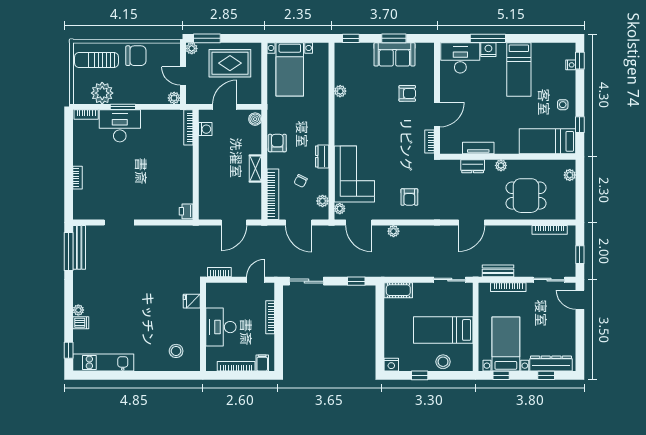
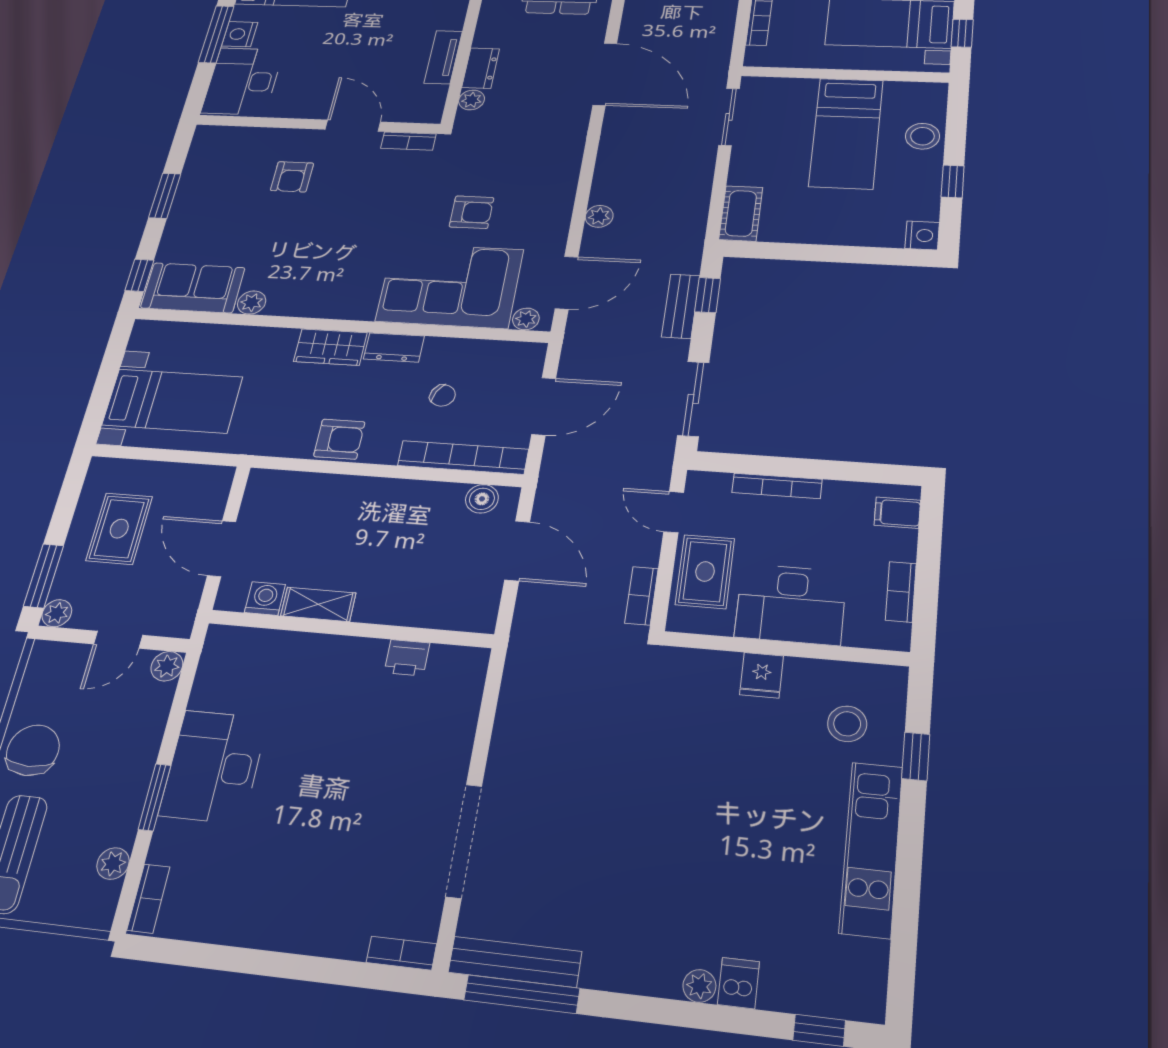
sofa: (394, 54) -> (193, 288), moved, turned -90
rug: (230, 63) -> (119, 529), width x0.73, depth x0.70
plant: (102, 93) -> (113, 864), width x0.53, depth x0.53
armchair: (407, 93) -> (292, 177), turned 180
boiler: (255, 119) -> (482, 499), moved
desk: (120, 126) -> (214, 767), moved
bookcase: (188, 127) -> (251, 638), removed
wardrobe: (320, 130) -> (330, 347), added
armchair: (277, 143) -> (339, 439), turned 180
plant: (501, 165) -> (472, 100), moved
shelving: (255, 169) -> (318, 604), moved
bookcase: (78, 178) -> (401, 953), moved
armchair: (409, 197) -> (472, 212), moved
plant: (322, 201) -> (501, 353), removed
printer: (186, 211) -> (407, 658), moved
doorway: (119, 223) -> (464, 841), width x1.36
door: (472, 223) -> (605, 74), width x1.36
bench: (498, 271) -> (681, 306), moved
rug: (231, 294) -> (705, 572), added
fridge: (192, 301) -> (761, 675), moved
kitchen unit: (103, 362) -> (871, 849), moved
bookcase: (236, 366) -> (901, 592), width x0.64
window: (166, 375) -> (916, 756), added

